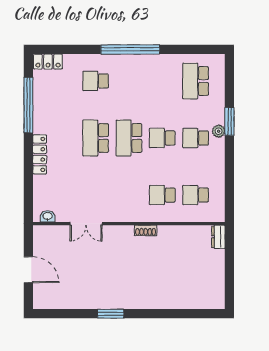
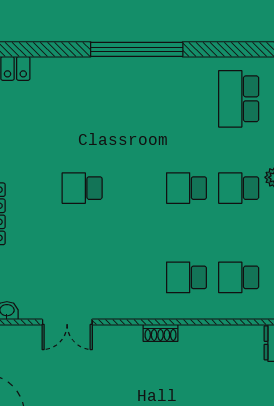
school desk: (96, 81) -> (82, 99), removed
school desk: (96, 138) -> (82, 188), width x0.54
school desk: (129, 138) -> (134, 188), removed

